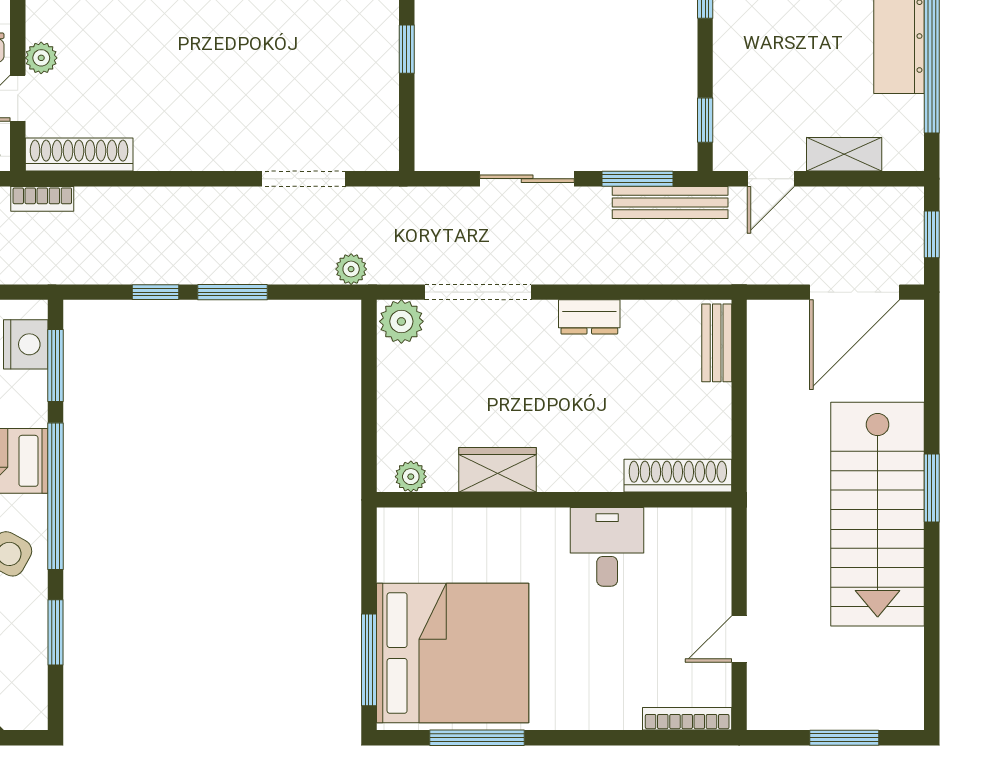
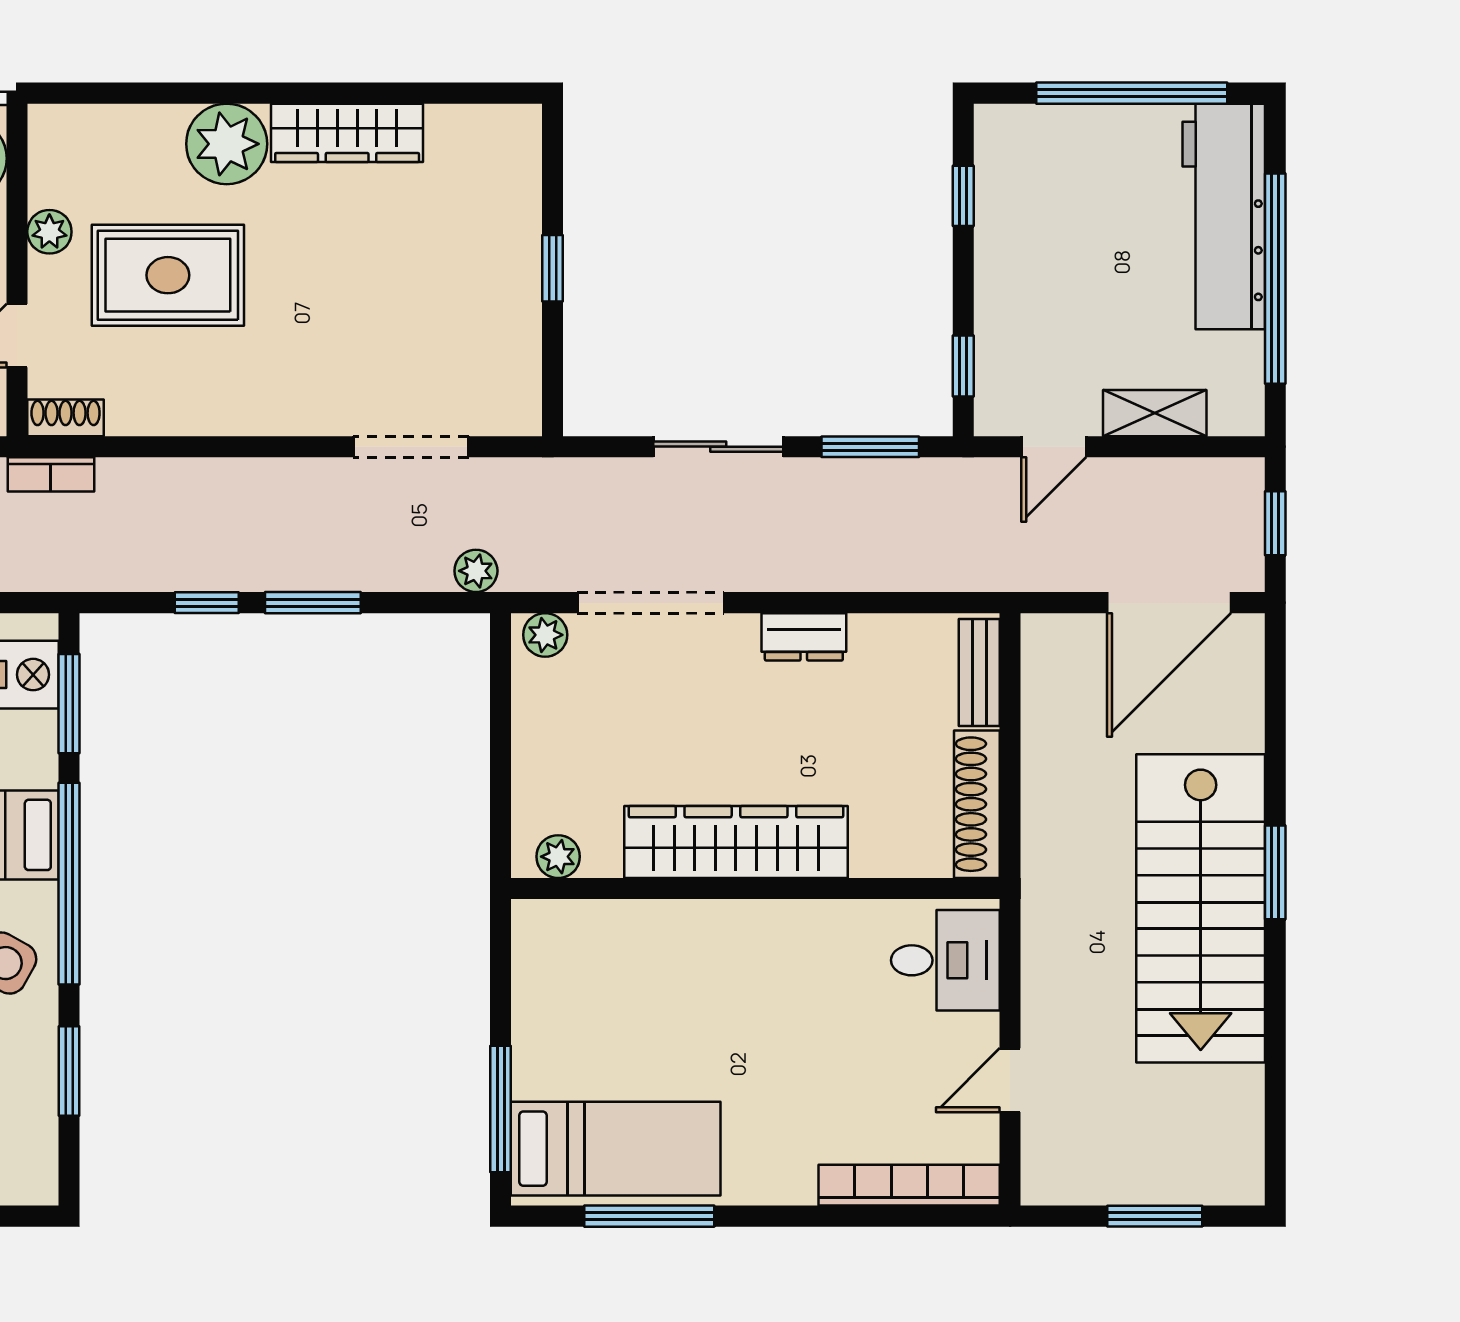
rug: (127, 54) -> (168, 275), added
plant: (41, 58) -> (49, 232), moved
shoe rack: (79, 155) -> (66, 418), width x0.51, depth x0.81
bench: (670, 202) -> (915, 479), removed
plant: (401, 321) -> (545, 635), width x0.73, depth x0.73
wardrobe: (497, 470) -> (736, 842), width x2.10, depth x1.17
shoe rack: (678, 476) -> (977, 804), moved, turned -90
desk: (607, 547) -> (945, 960), moved, turned 90
bed: (453, 653) -> (616, 1149), width x0.49
bookcase: (687, 719) -> (909, 1185), width x1.48, depth x1.31

